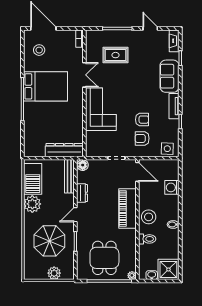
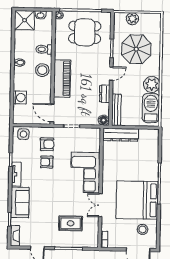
bed: (46, 86) -> (137, 200), width x1.36
dining table: (104, 258) -> (85, 32), turned 90

